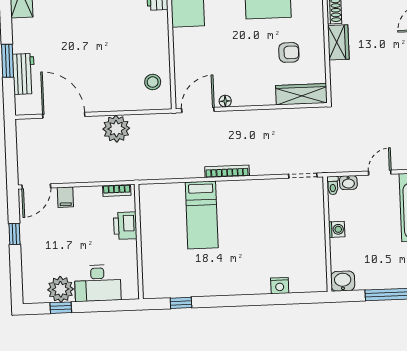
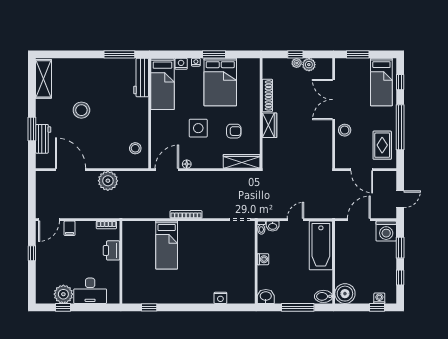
stool: (75, 32) -> (81, 110), added
side table: (239, 50) -> (198, 128), added

